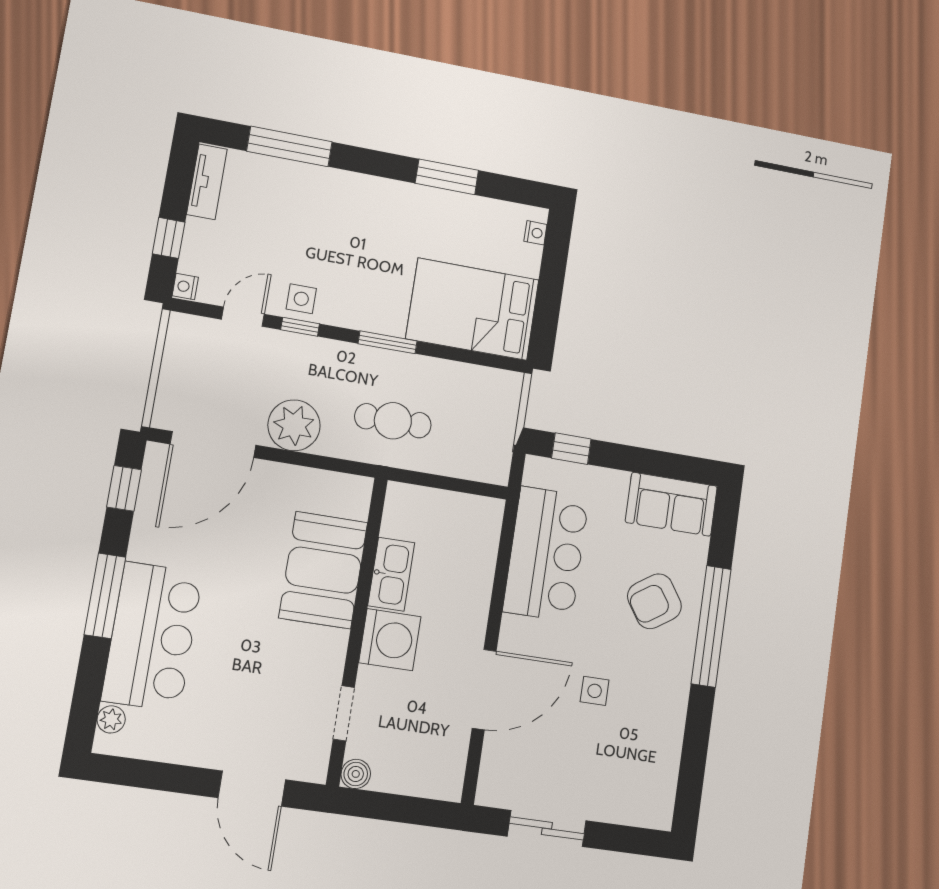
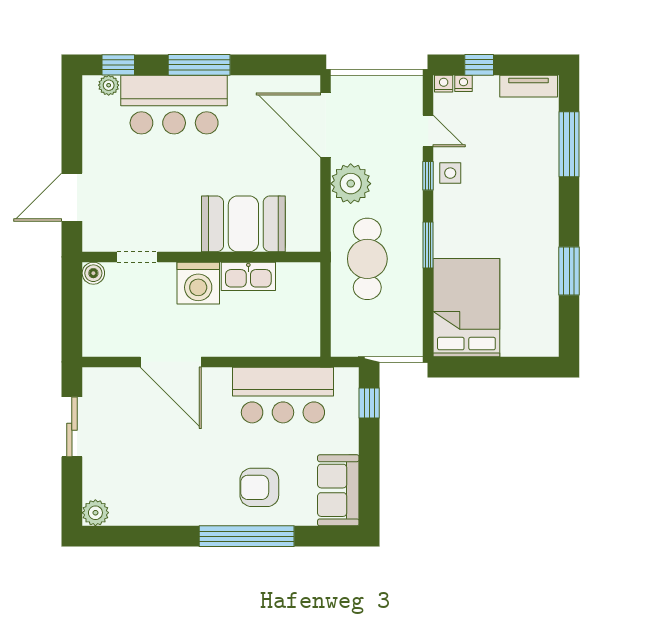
nightstand: (535, 233) -> (463, 83), moved, turned 180
cafe table: (393, 421) -> (367, 259), width x1.37, depth x1.35
window: (124, 488) -> (118, 65), moved
armchair: (654, 601) -> (259, 487), turned -56
side table: (595, 691) -> (182, 449), removed
plant: (657, 813) -> (95, 513), added

